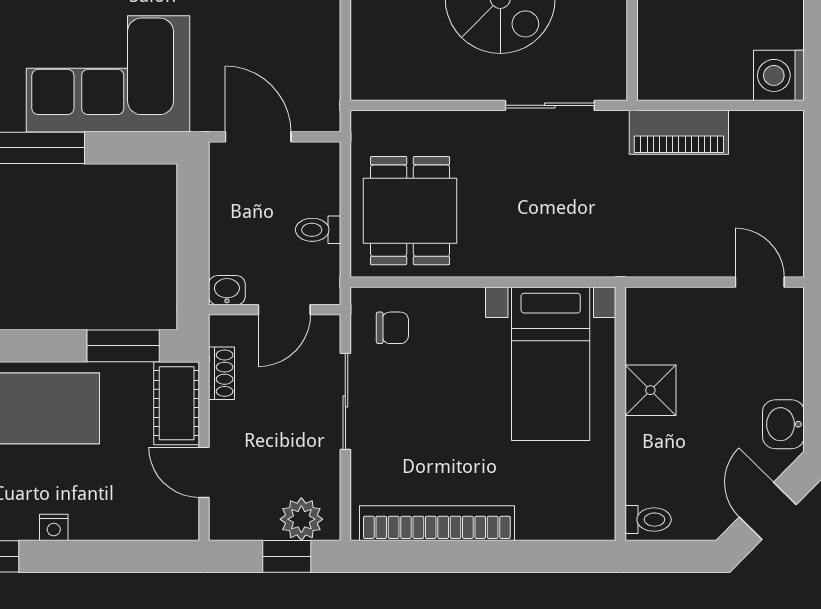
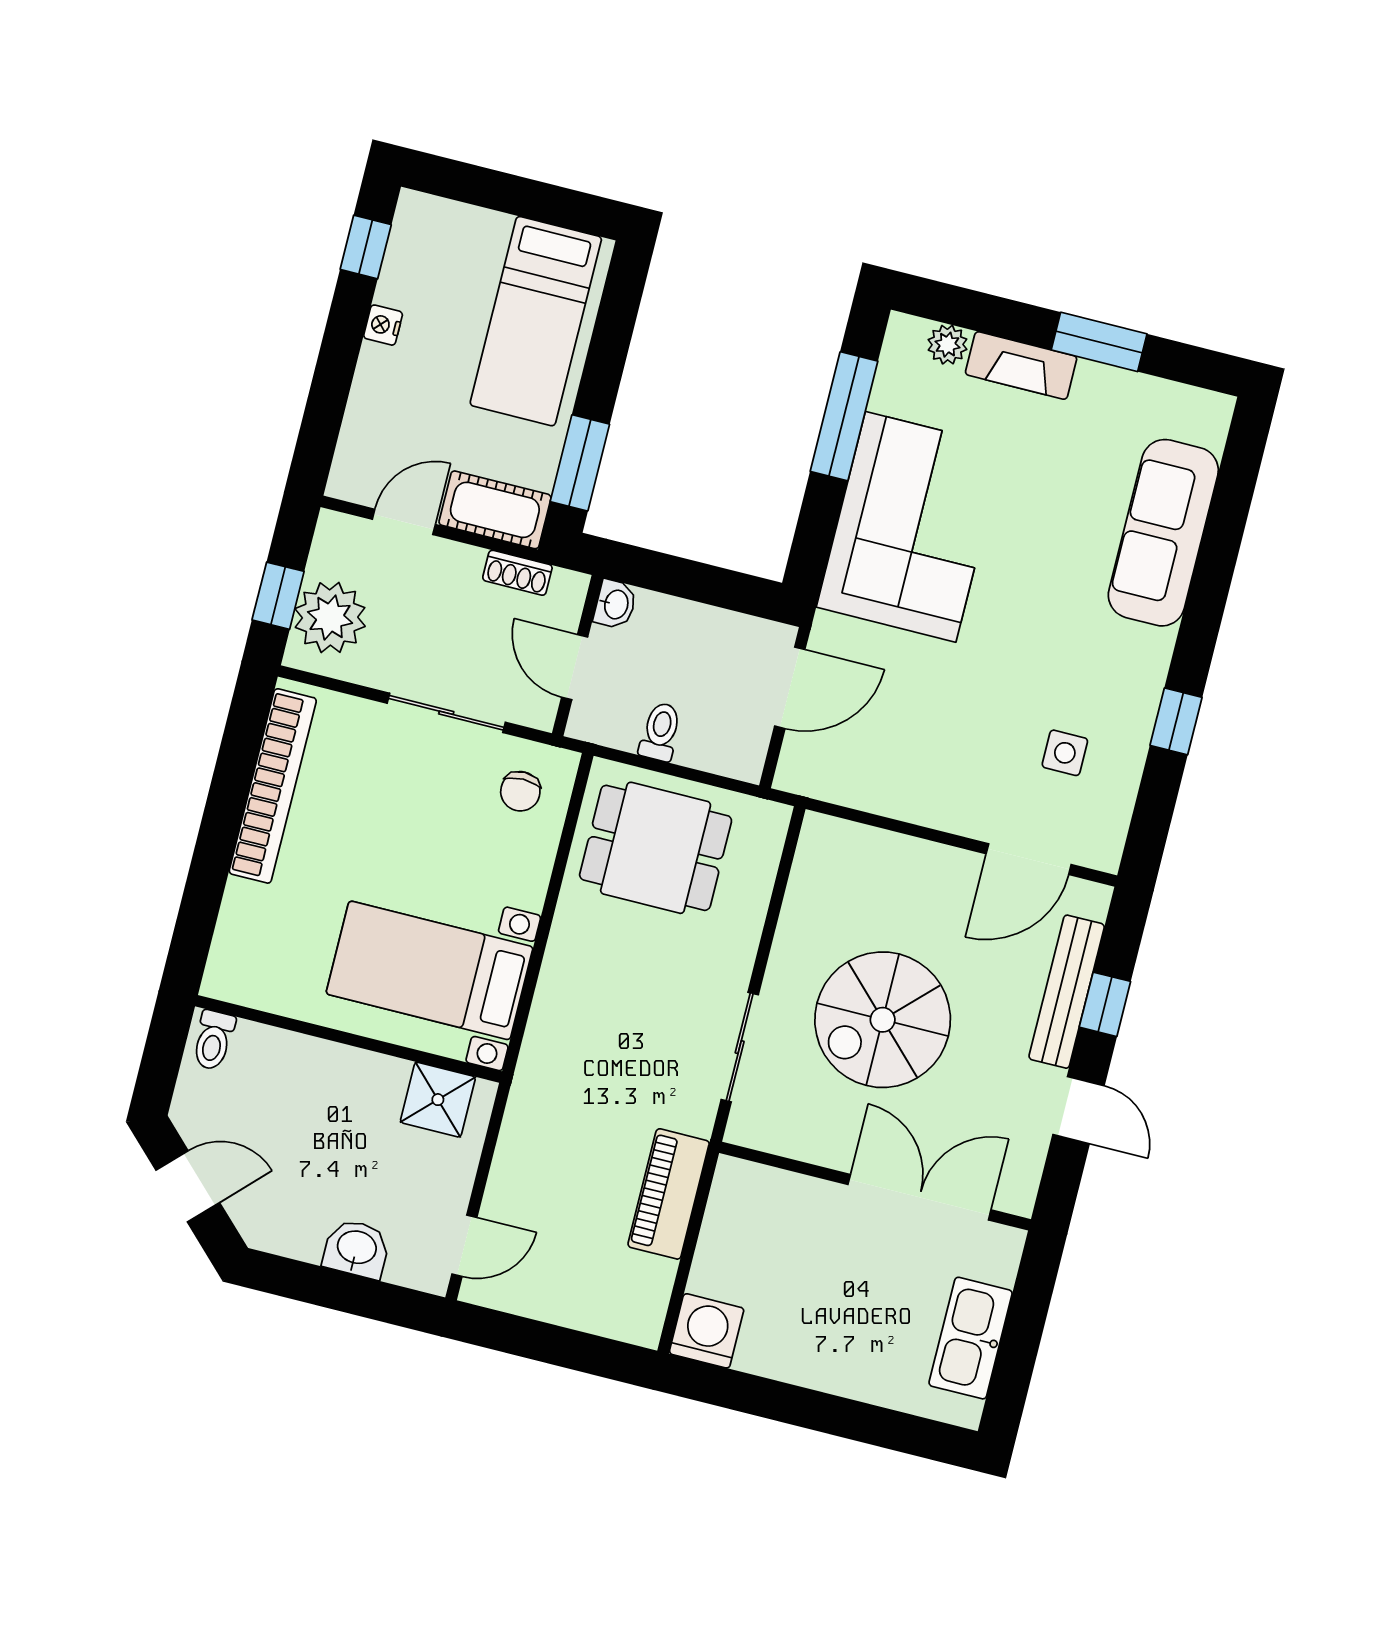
shower: (650, 390) -> (438, 1100), moved
washbasin: (783, 424) -> (357, 1249), moved
plant: (301, 519) -> (330, 618), width x1.36, depth x1.36

